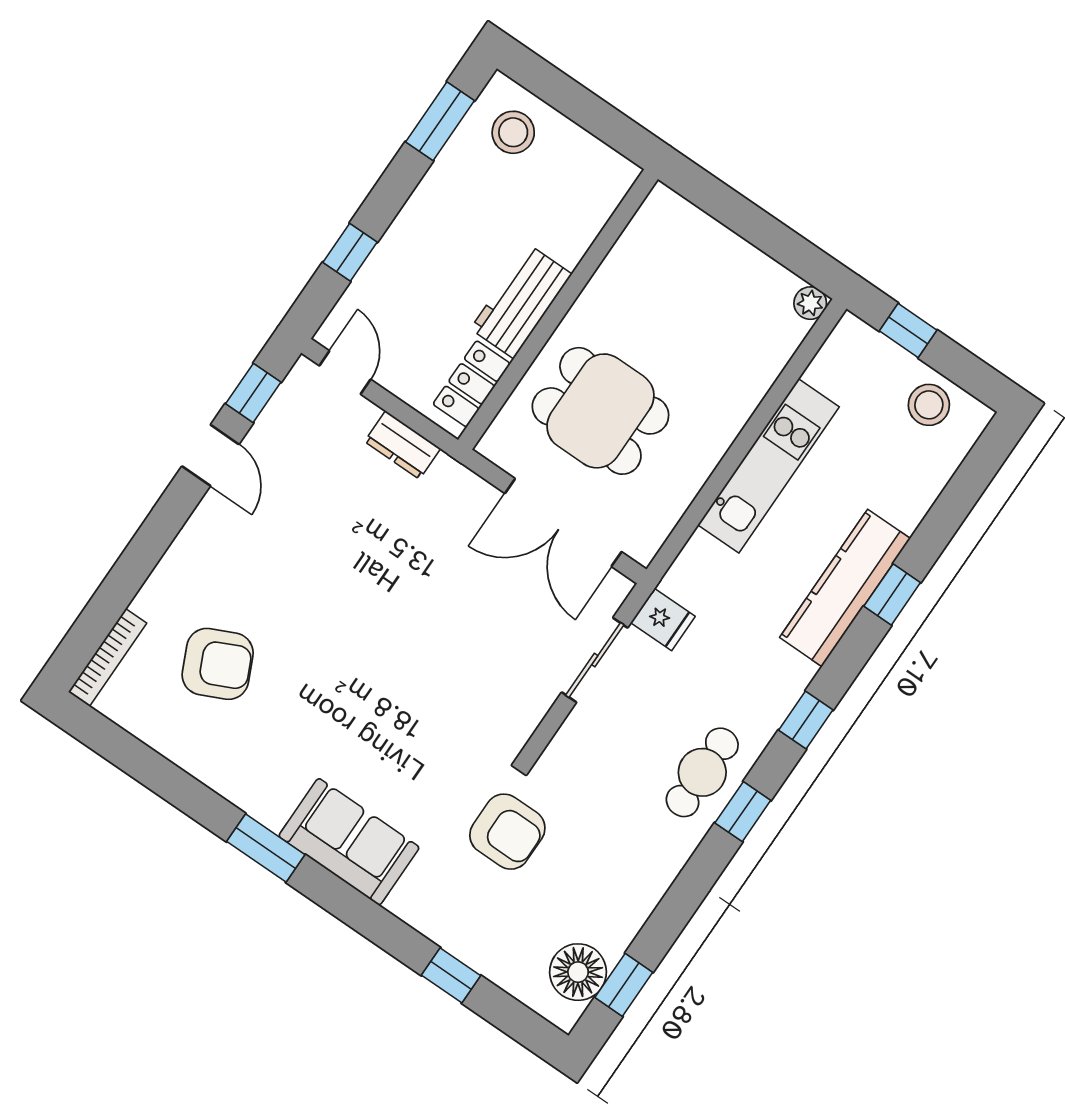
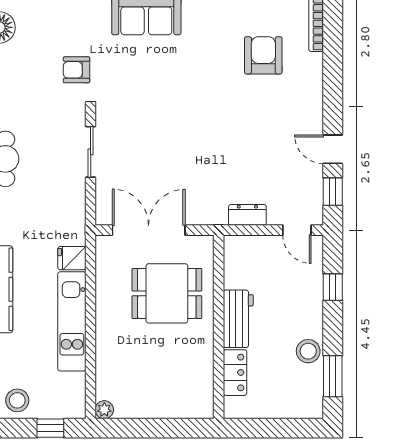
stool: (513, 132) -> (308, 351), moved
locker: (472, 384) -> (235, 373), moved
fridge: (663, 619) -> (72, 258), moved
sliding door: (595, 660) -> (91, 152), moved
armchair: (218, 664) -> (263, 55), turned 115
armchair: (507, 832) -> (76, 70), width x0.72, depth x0.72

